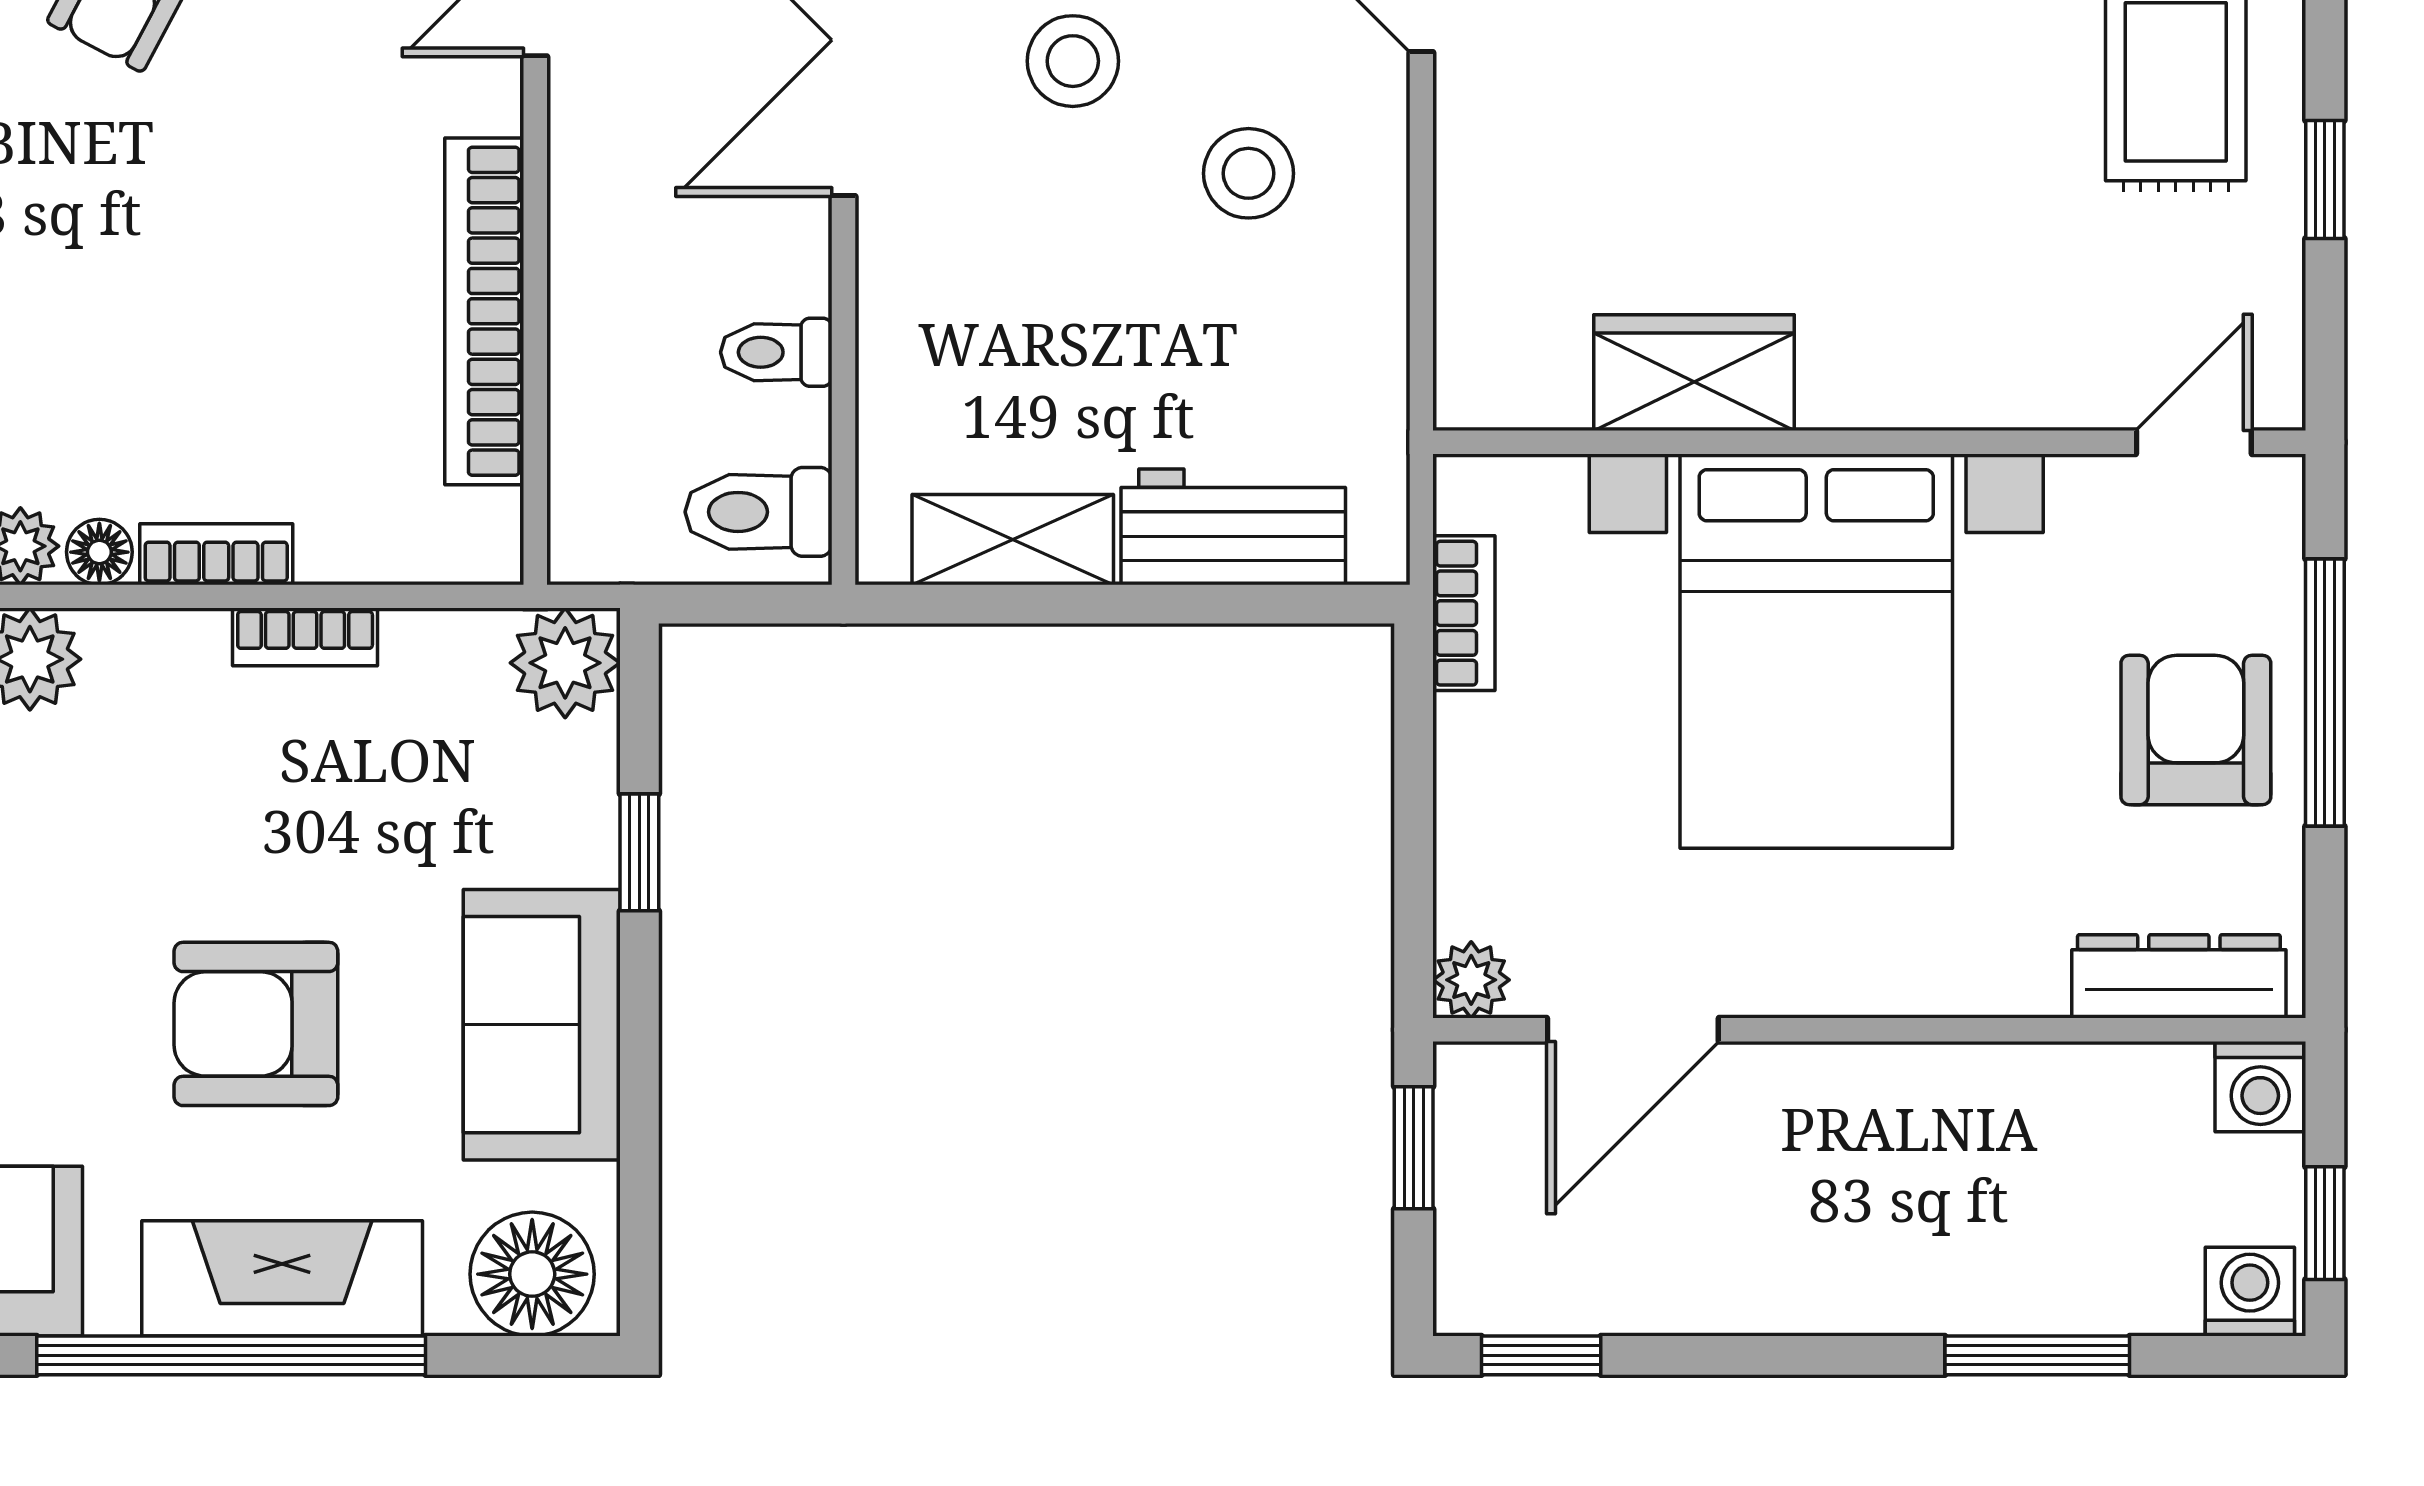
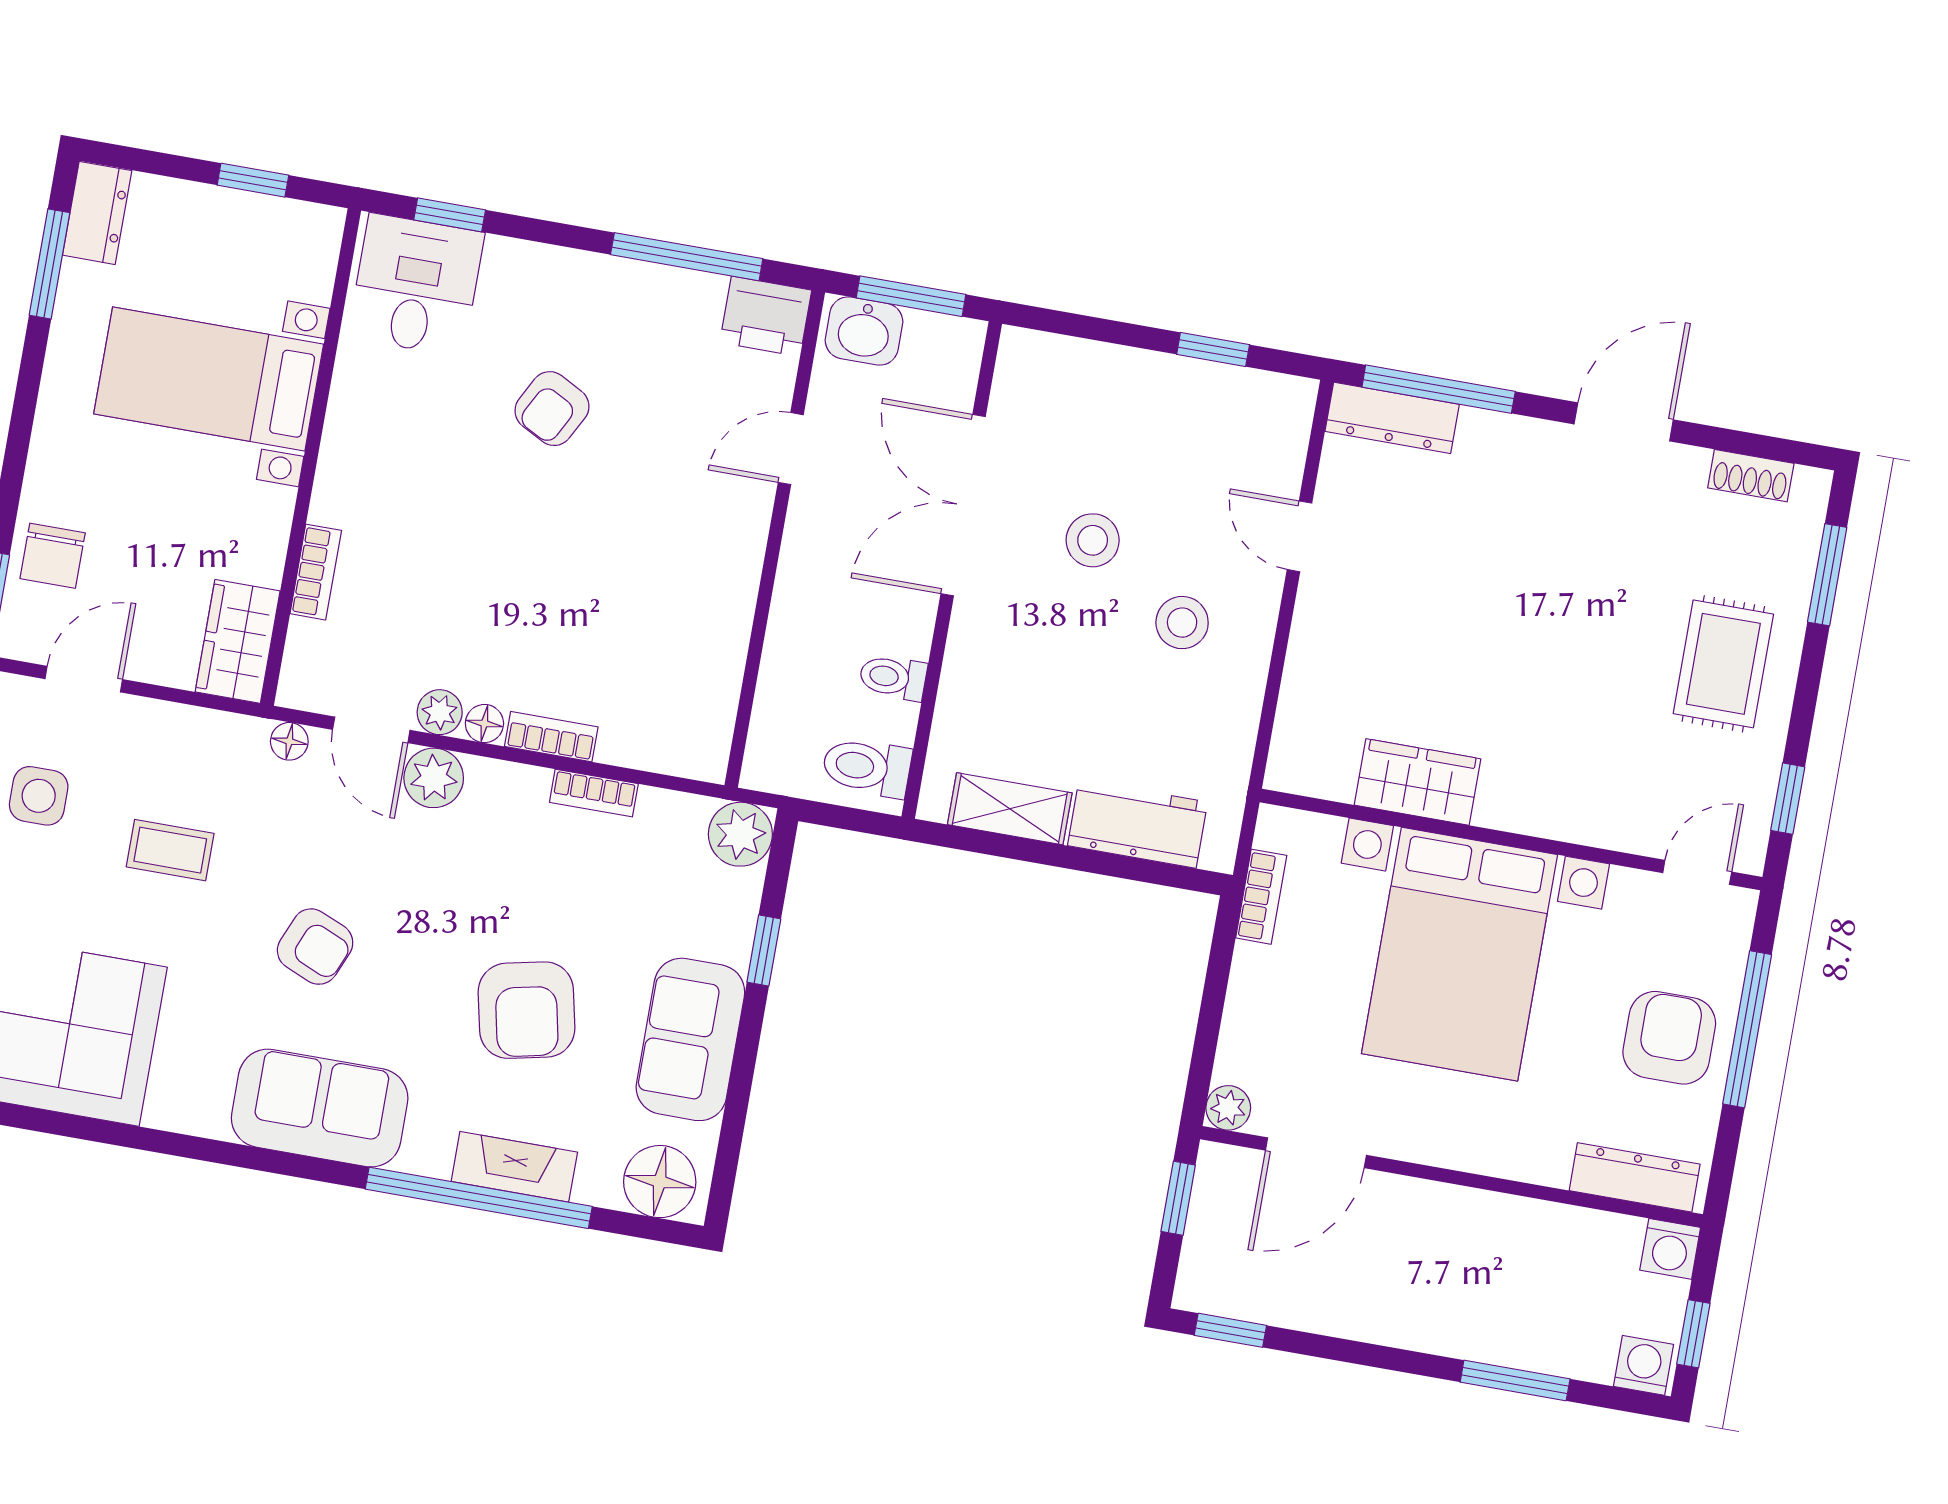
window: (2325, 180) -> (1788, 799), moved
bookcase: (484, 311) -> (730, 624), removed
armchair: (256, 1024) -> (526, 1010), turned -102
fireplace: (282, 1278) -> (514, 1167), width x0.73, depth x0.76

